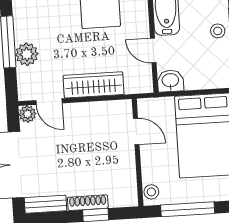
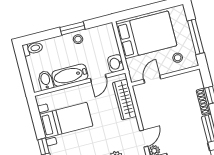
wardrobe: (94, 85) -> (124, 100), moved
stool: (151, 192) -> (178, 58), moved

